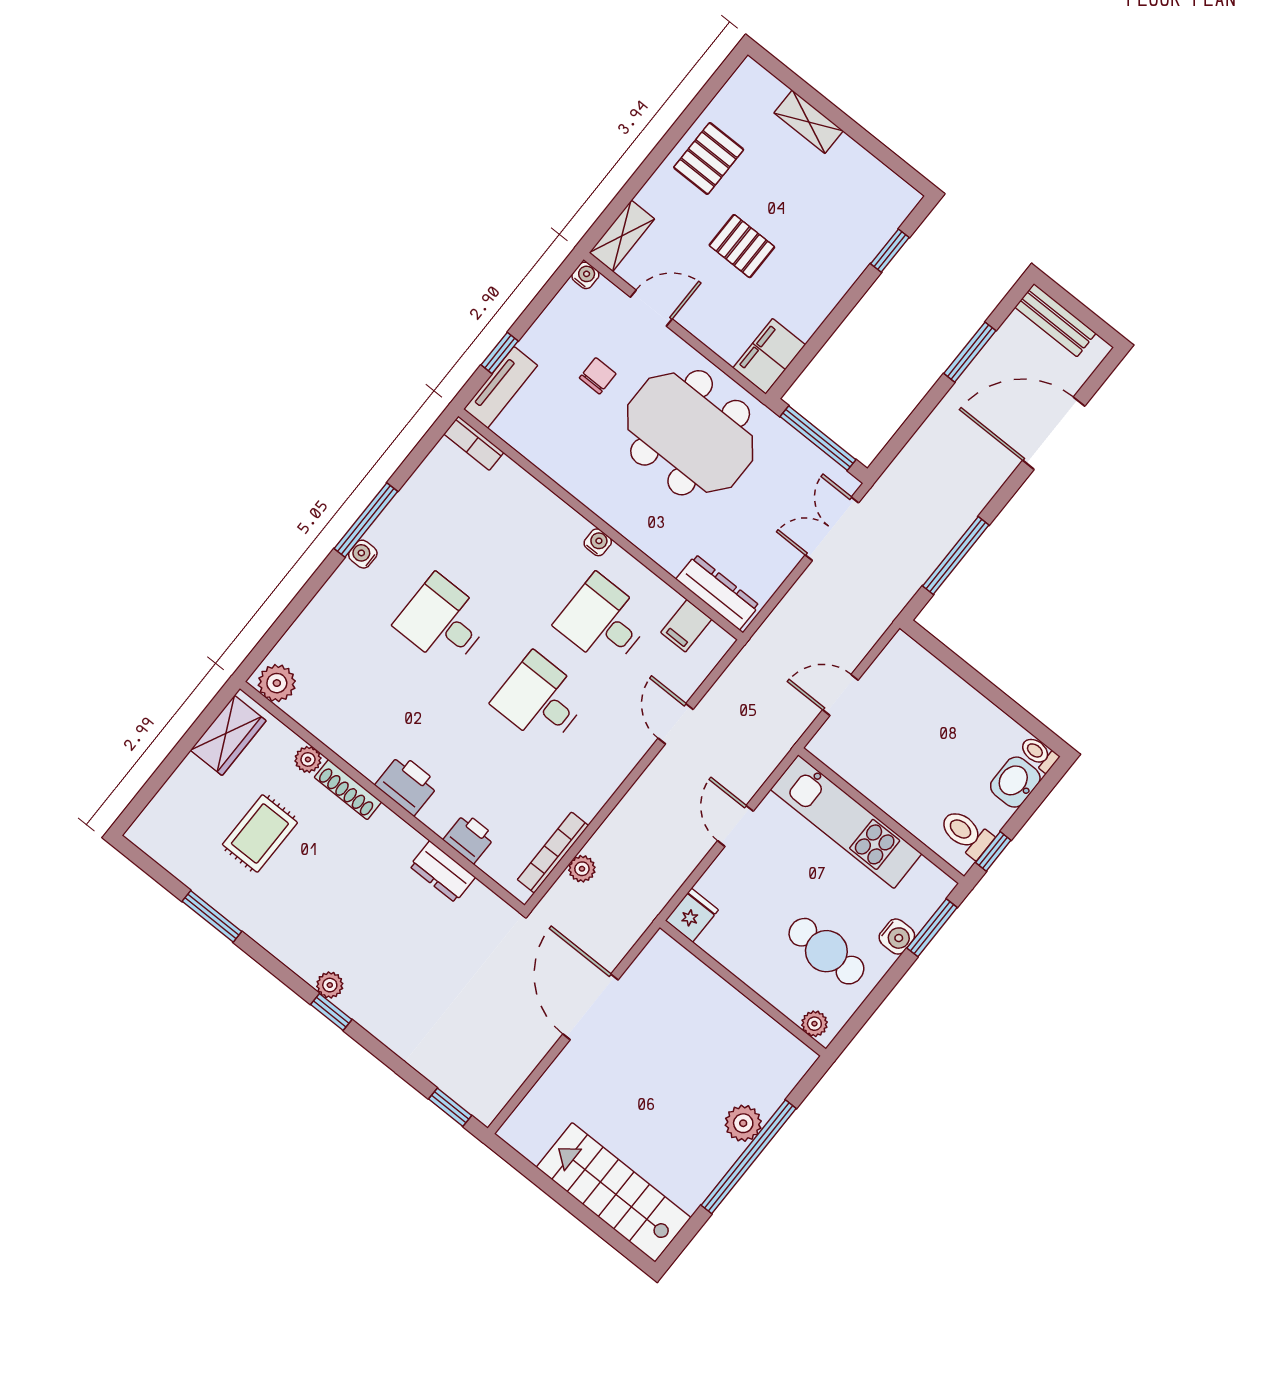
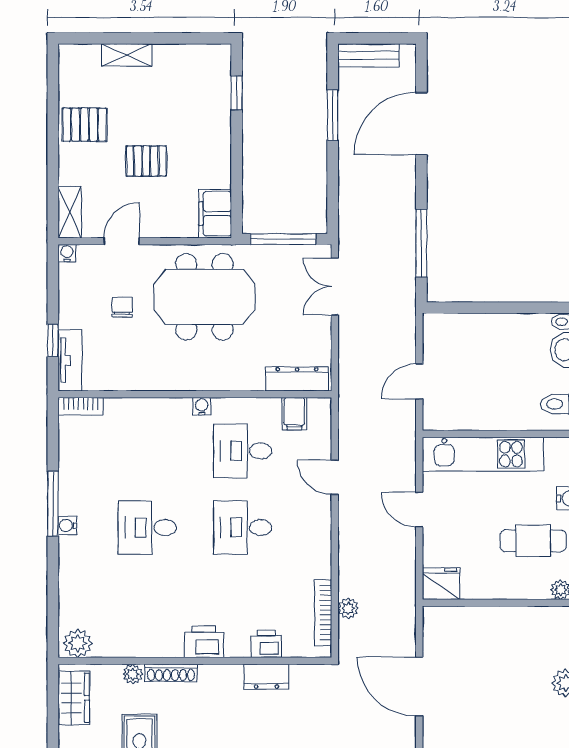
pallet: (709, 158) -> (85, 125), turned 90
fridge: (692, 915) -> (441, 584), width x1.38

